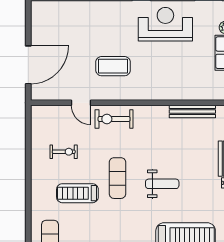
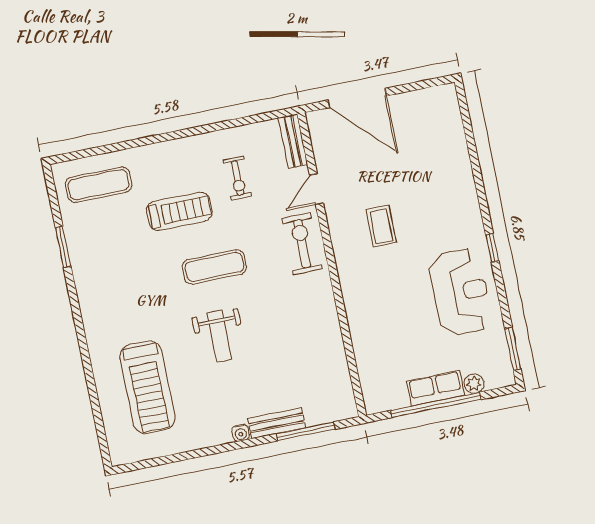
coffee table: (113, 66) -> (381, 226), width x0.73, depth x0.77
bench: (192, 111) -> (293, 141), moved, width x0.73
treadmill: (77, 193) -> (179, 211), turned 90

